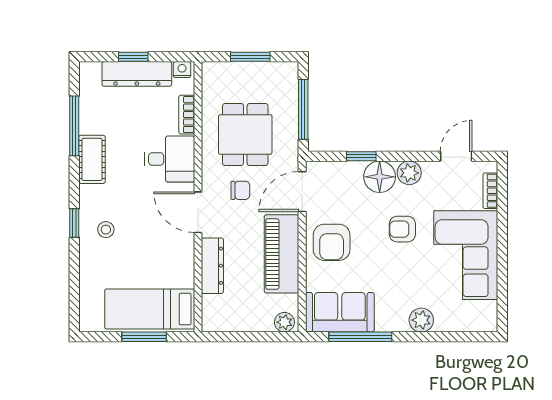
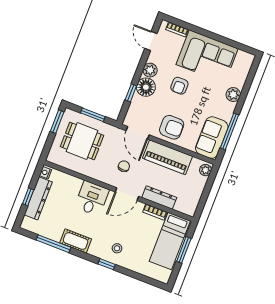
window: (250, 57) -> (57, 122), moved
window: (303, 109) -> (93, 115), width x0.69
bookcase: (187, 115) -> (155, 212), moved
dining table: (245, 135) -> (82, 141), moved

